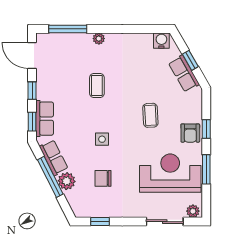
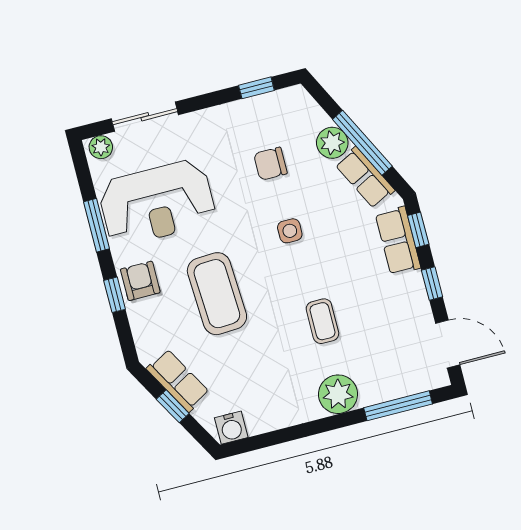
plant: (99, 39) -> (338, 394), width x1.87, depth x1.87
coffee table: (150, 115) -> (217, 294), width x1.86, depth x1.72
chair: (103, 178) -> (270, 164), turned 180

